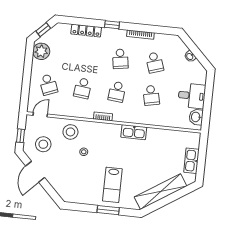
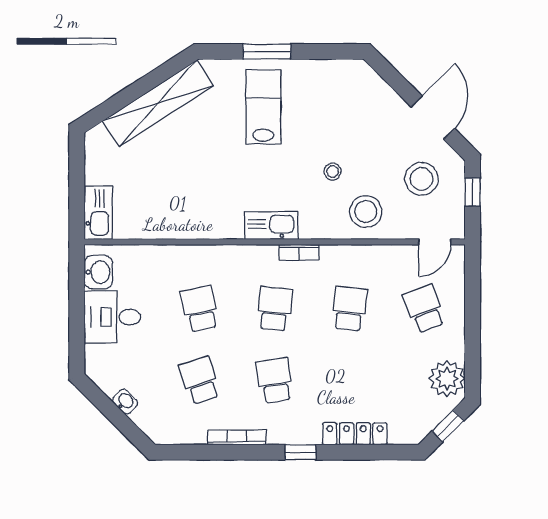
kitchen sink: (134, 132) -> (271, 225), moved
kitchen sink: (191, 161) -> (98, 213), moved

